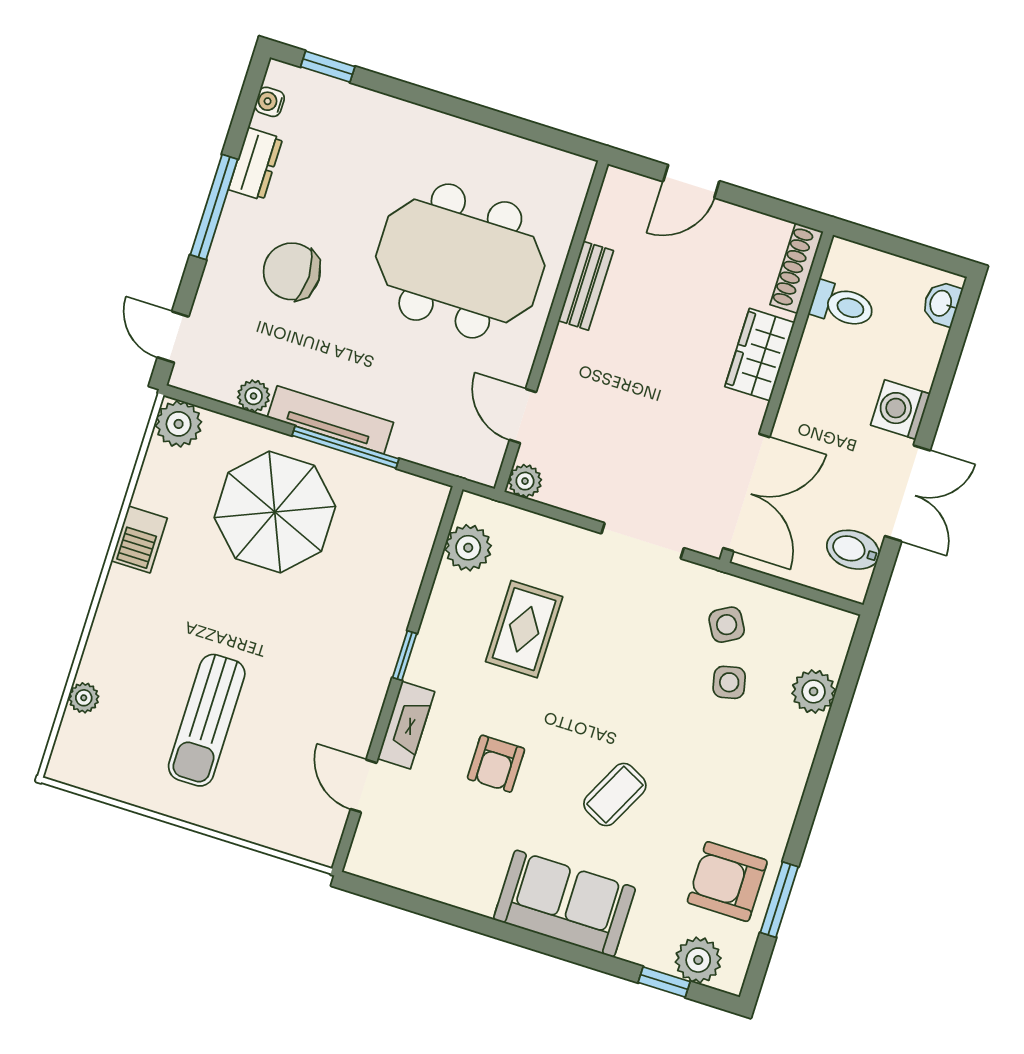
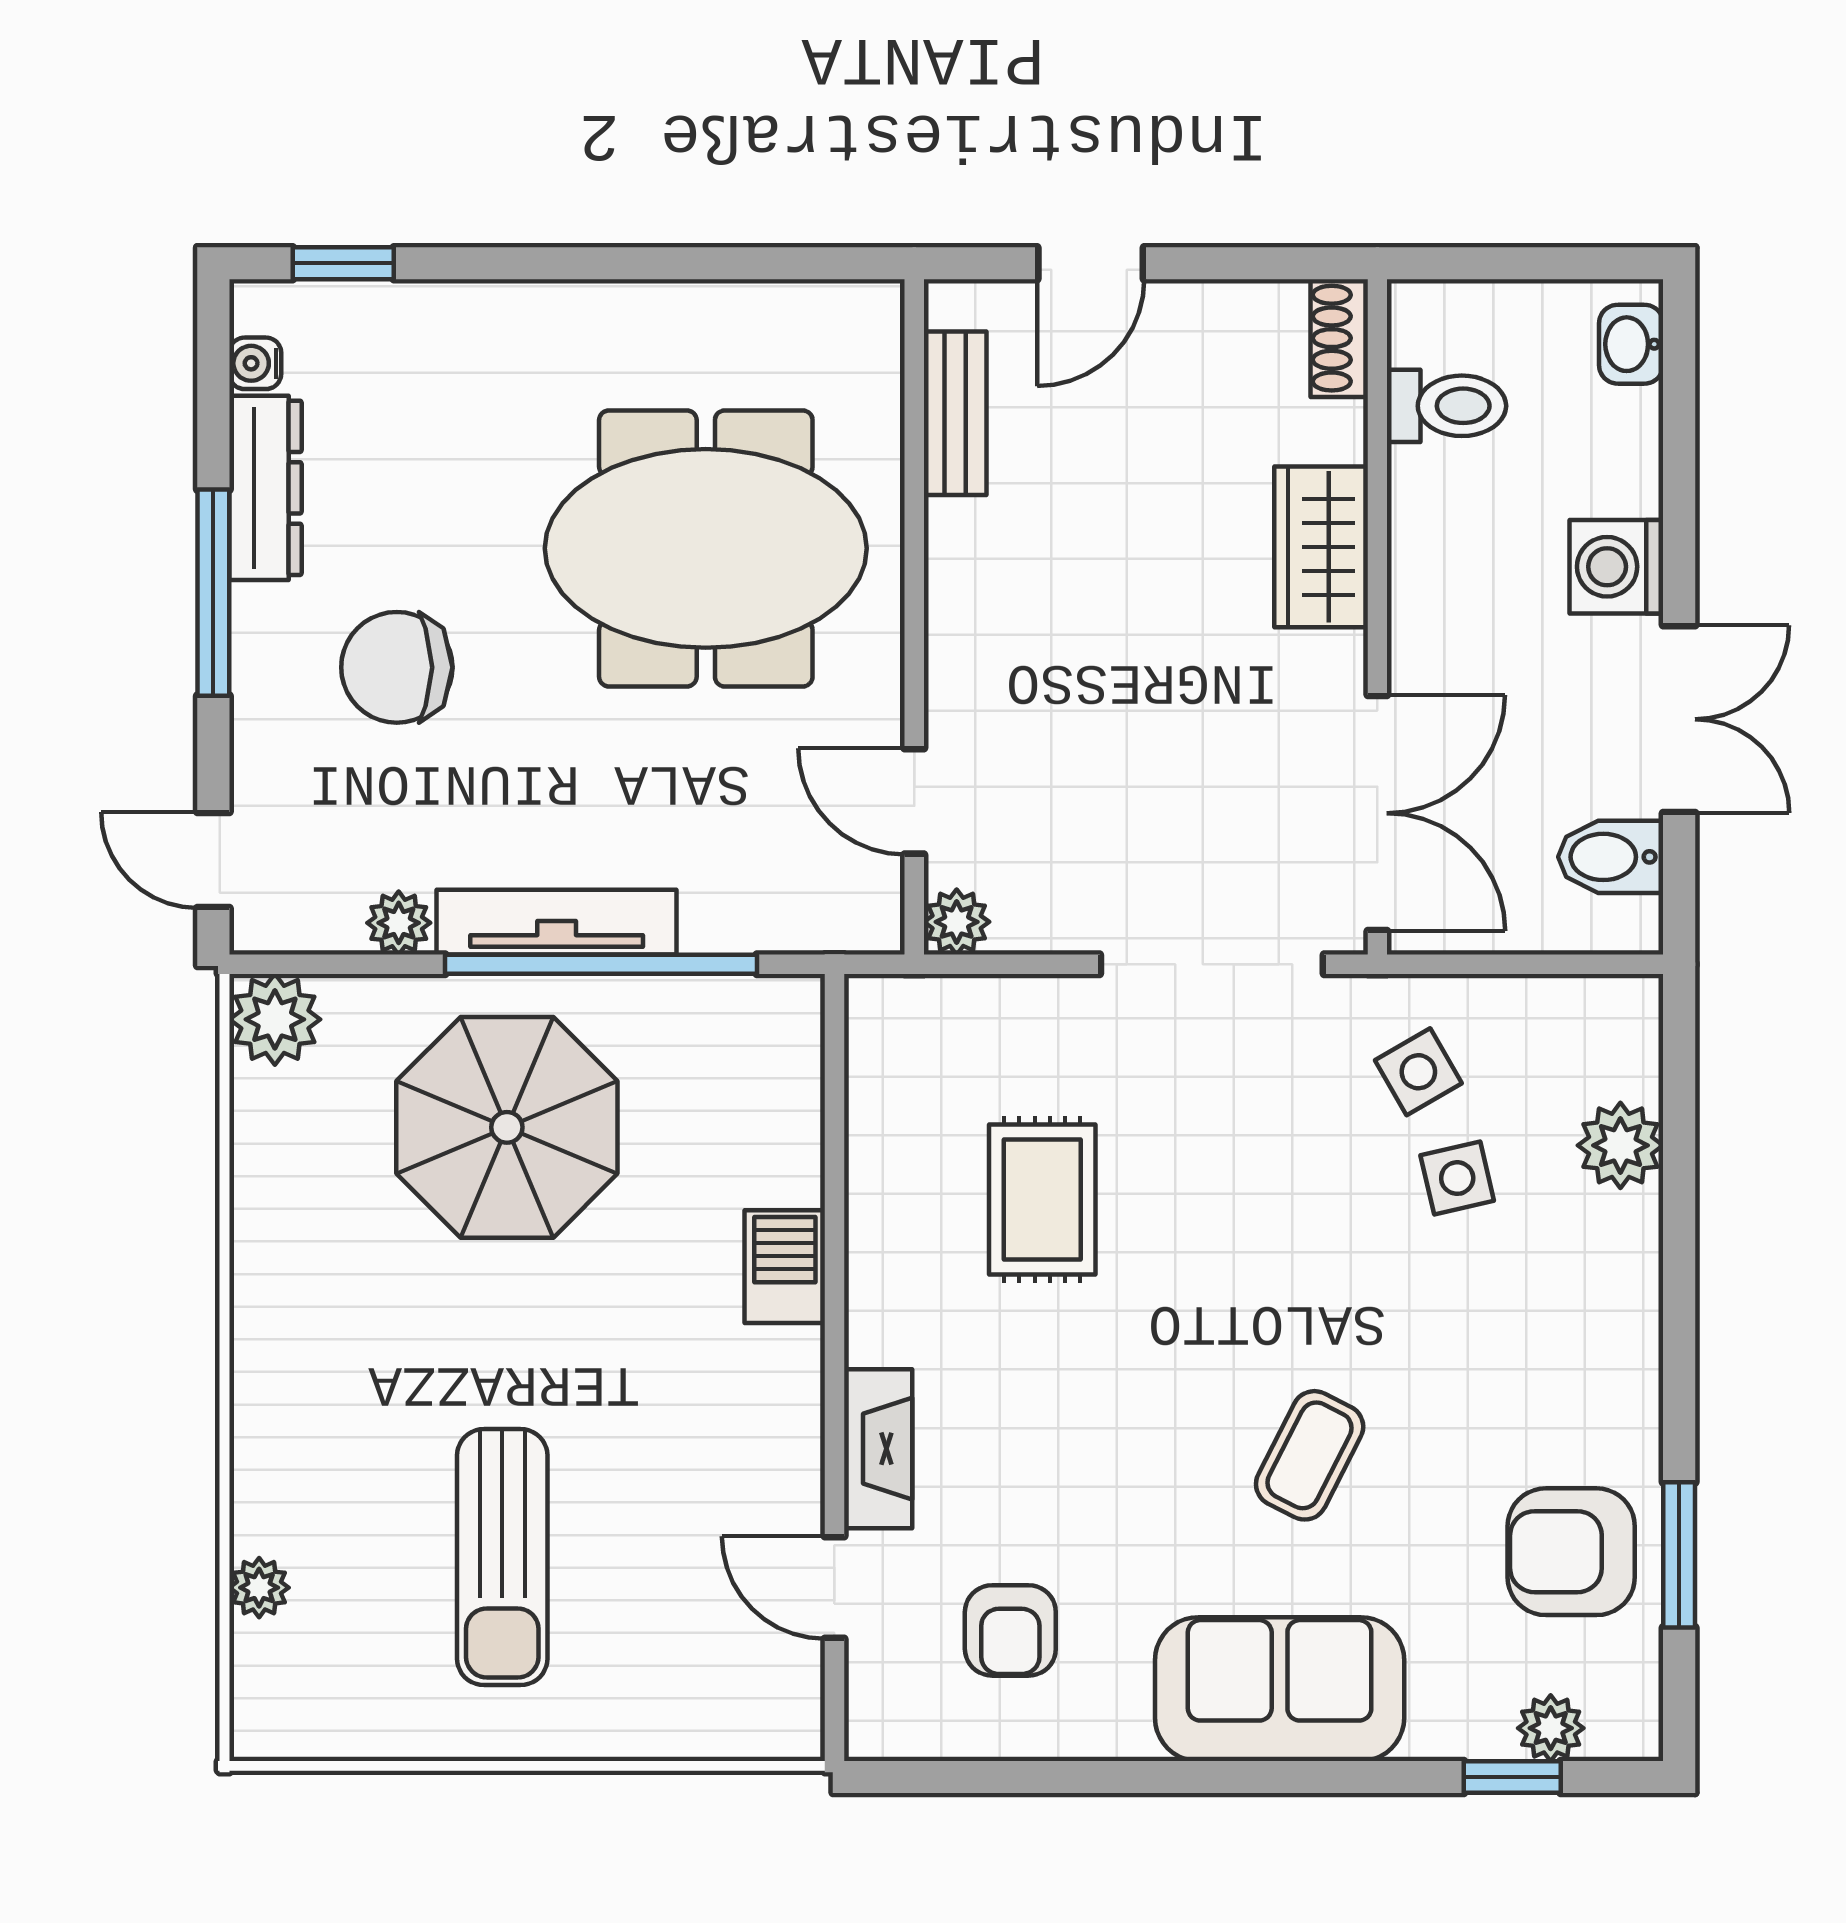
dresser: (255, 164) -> (265, 488), width x1.44
shoe rack: (797, 268) -> (1339, 338), width x0.70
bench: (586, 286) -> (955, 413), moved
window: (346, 447) -> (601, 964), width x1.46
barbecue: (139, 539) -> (785, 1267), moved, turned 180
doorway: (643, 541) -> (1212, 964), width x1.36
plant: (468, 548) -> (890, 1080), removed
window: (405, 656) -> (834, 1319), removed
armchair: (496, 764) -> (1010, 1630), moved
plant: (698, 960) -> (1551, 1728), width x0.73, depth x0.73

